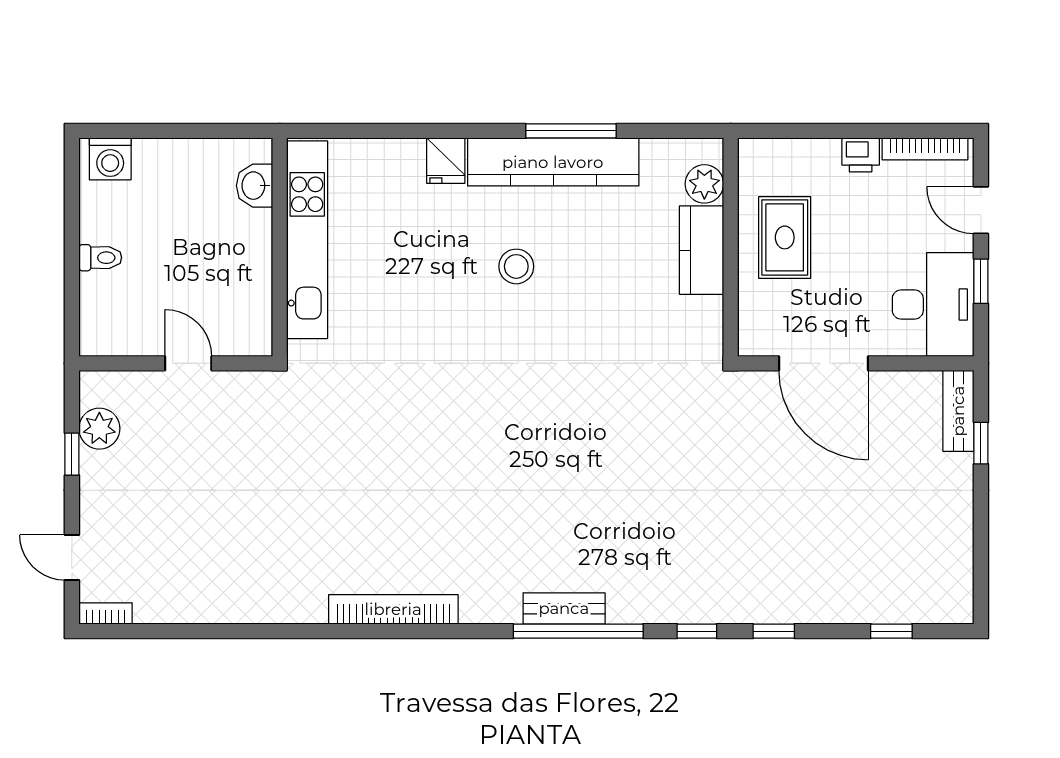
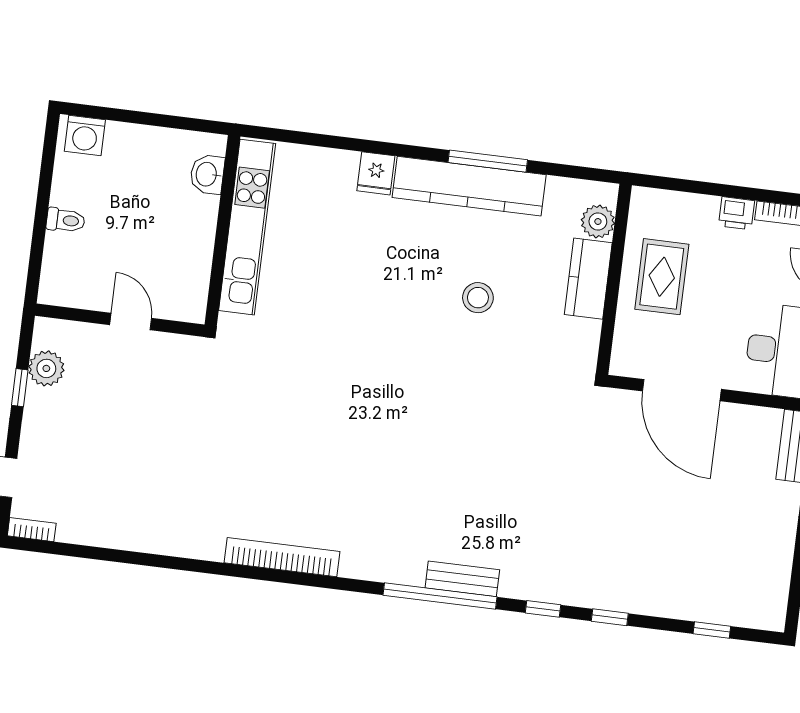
stool: (516, 266) -> (478, 298), moved
bench: (564, 608) -> (462, 579), moved

